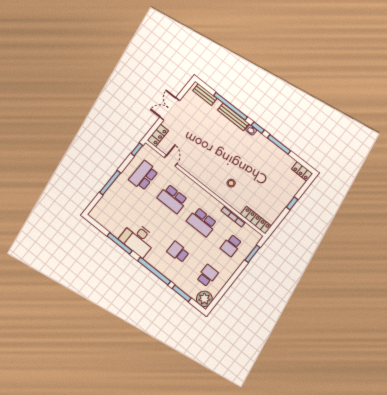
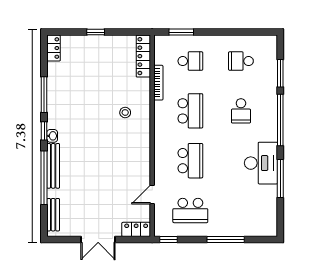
plant: (204, 299) -> (267, 45), removed

